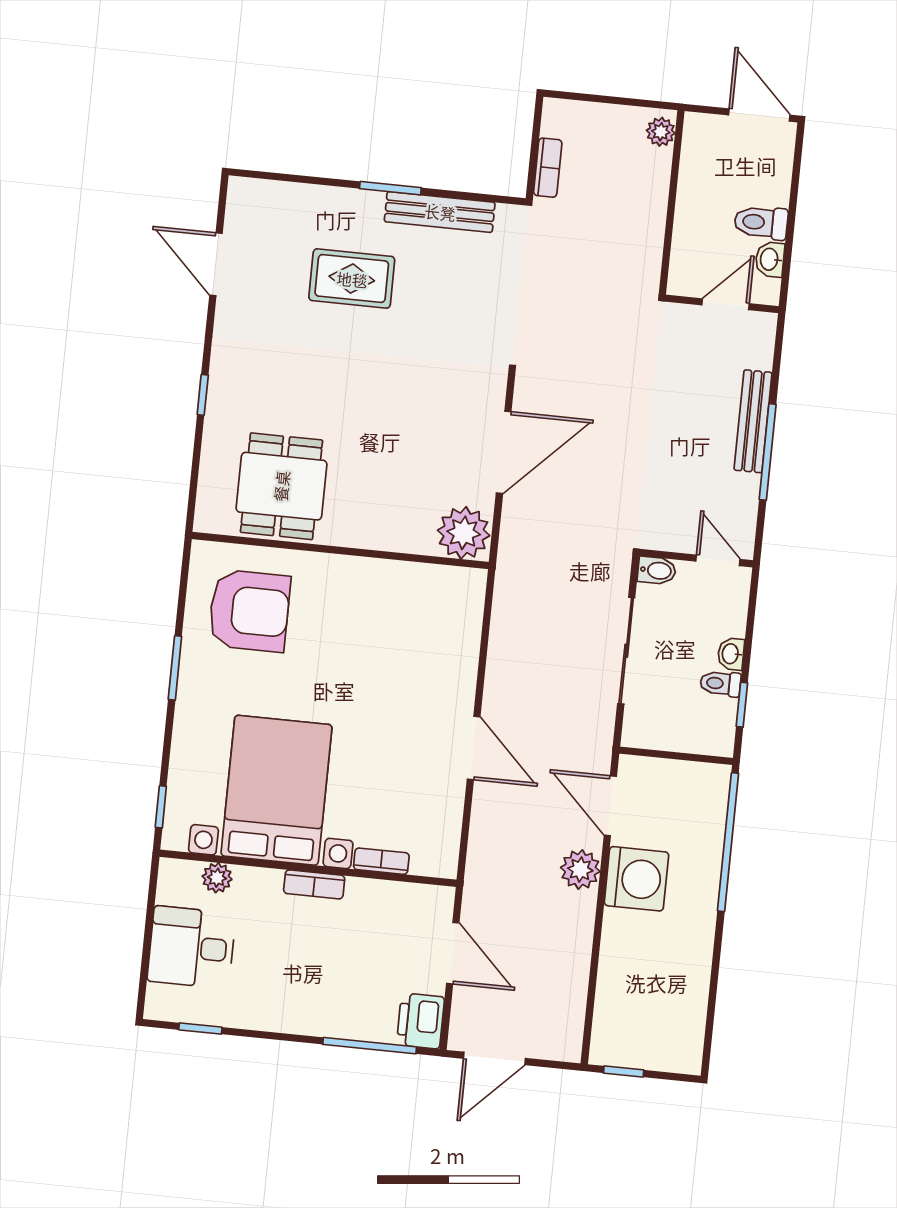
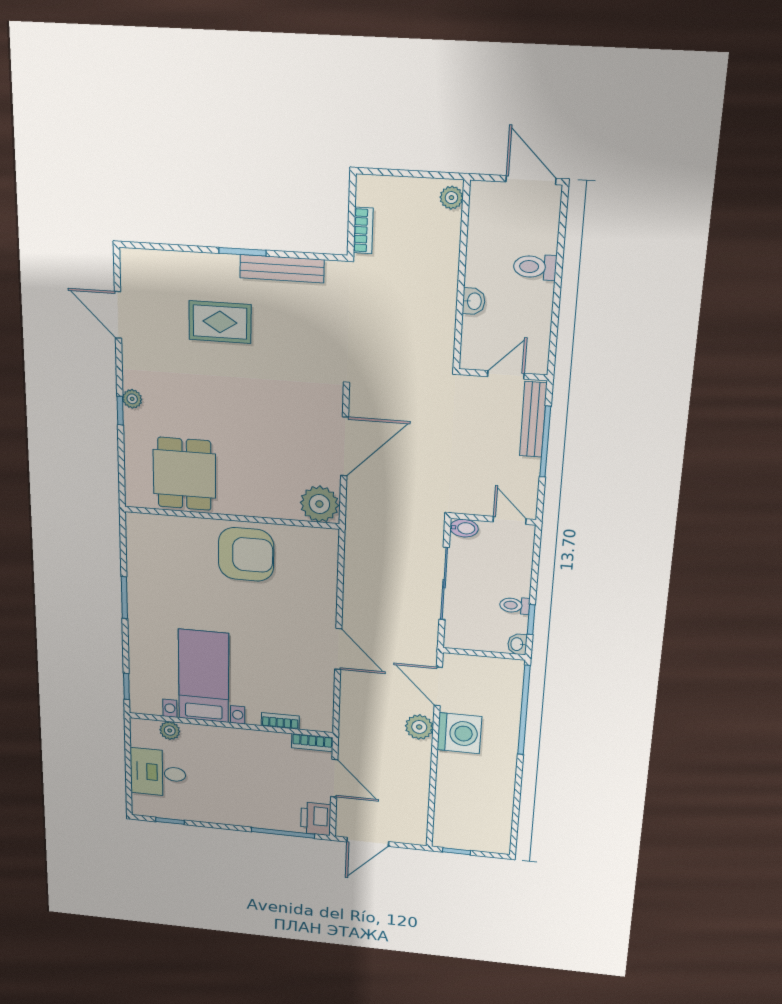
washbasin: (770, 259) -> (474, 301), moved, turned 180
wall: (722, 304) -> (503, 375), moved
door: (726, 304) -> (506, 375), moved
plant: (221, 379) -> (132, 399), added
armchair: (249, 611) -> (246, 554), moved
washbasin: (731, 654) -> (517, 644), moved
bed with nightstands: (276, 790) -> (204, 676), width x0.73
bookcase: (314, 884) -> (312, 743), moved

